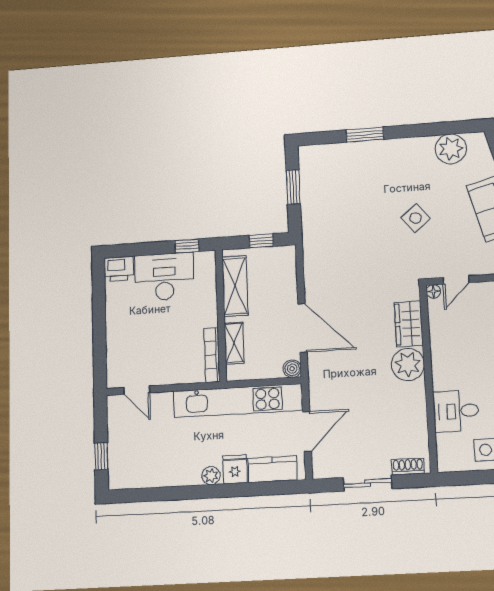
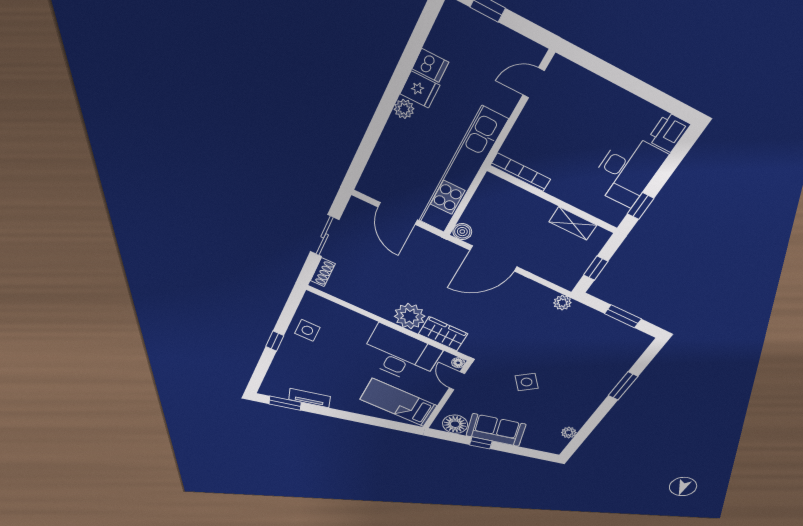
plant: (451, 149) -> (569, 433), width x0.53, depth x0.53
plant: (311, 244) -> (562, 303), added
shelving: (235, 286) -> (573, 223), width x0.67, depth x0.75
shelving: (234, 343) -> (518, 197), removed
desk: (456, 411) -> (400, 355), moved, width x1.87, depth x1.30
fridge: (235, 469) -> (420, 90), moved
kitchen counter: (272, 469) -> (379, 167), removed
dishwasher: (165, 474) -> (430, 65), added

